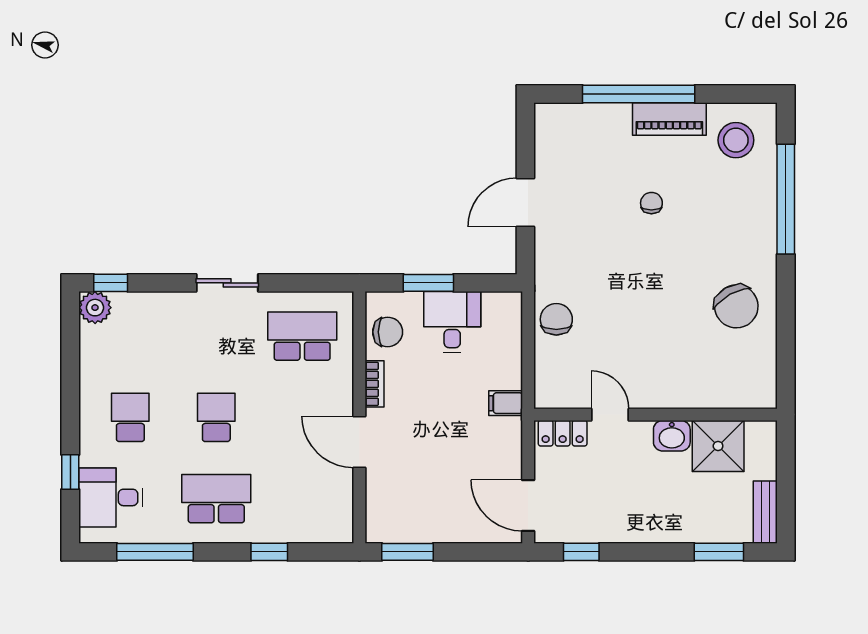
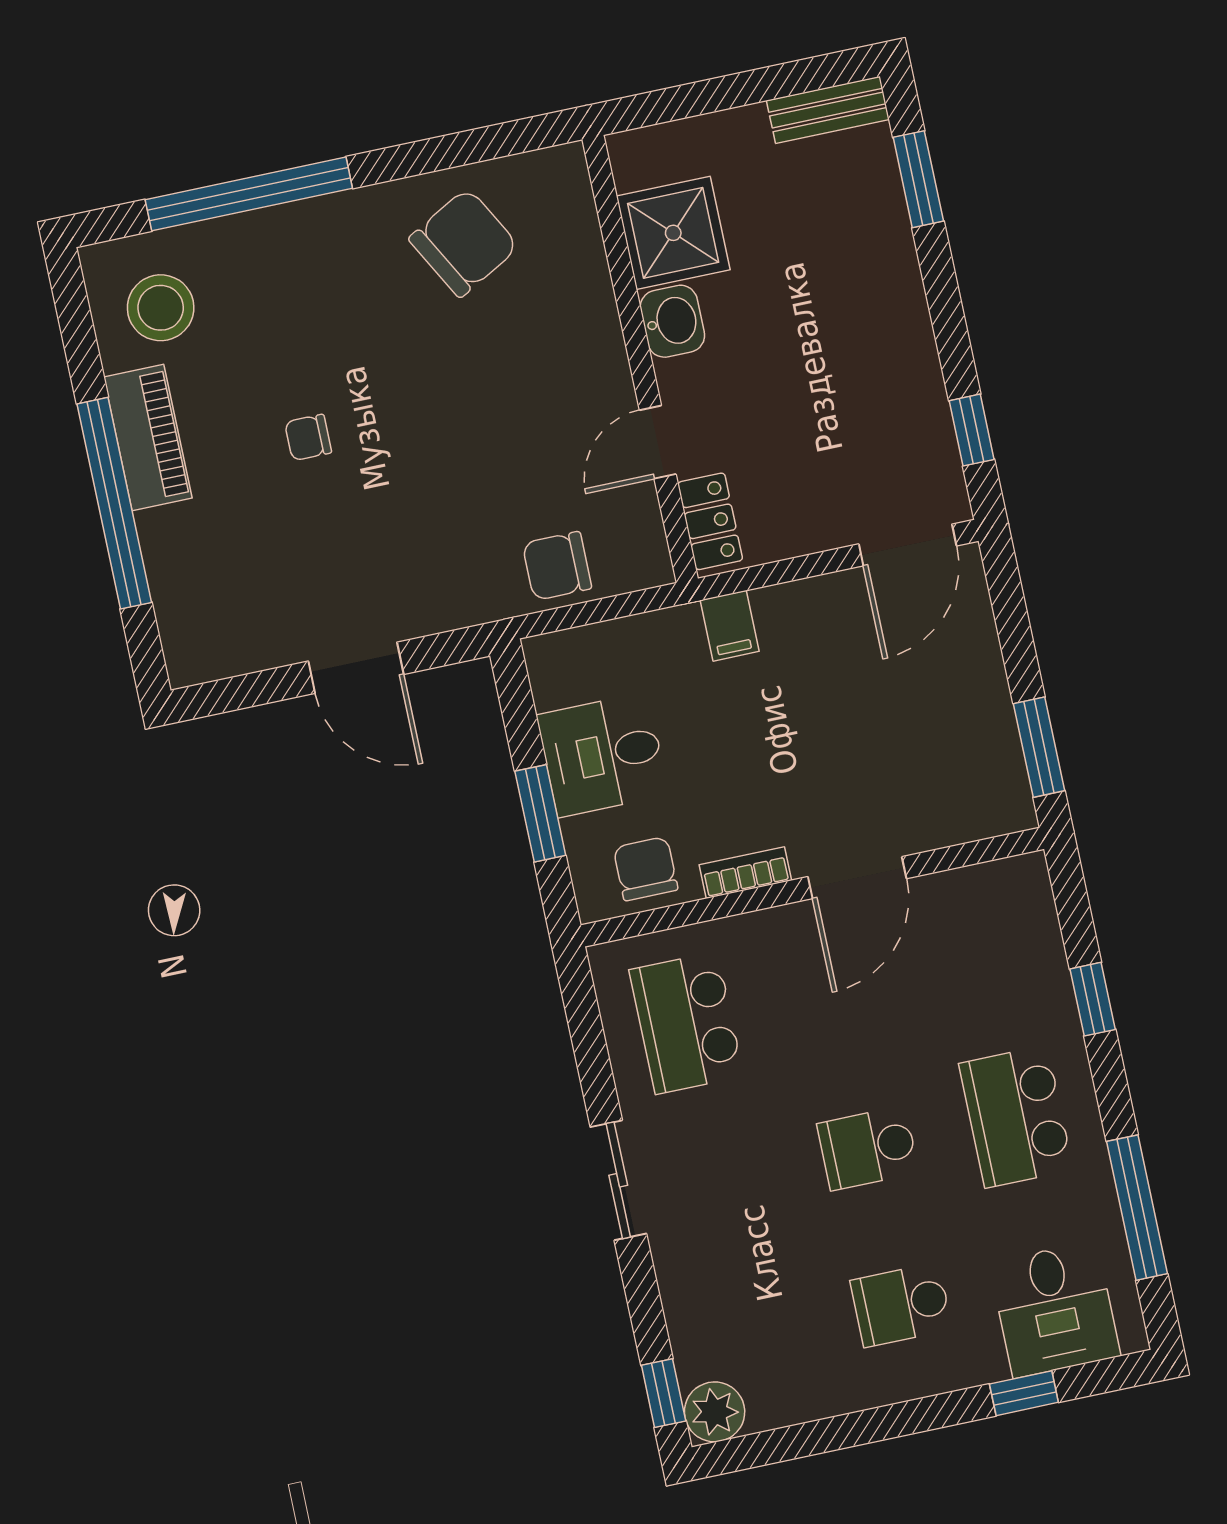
door: (610, 415) -> (658, 442), moved
wall: (656, 415) -> (640, 359), moved
locker: (563, 433) -> (710, 521), moved
washbasin: (672, 436) -> (672, 321), moved
shower: (718, 446) -> (673, 233), moved

